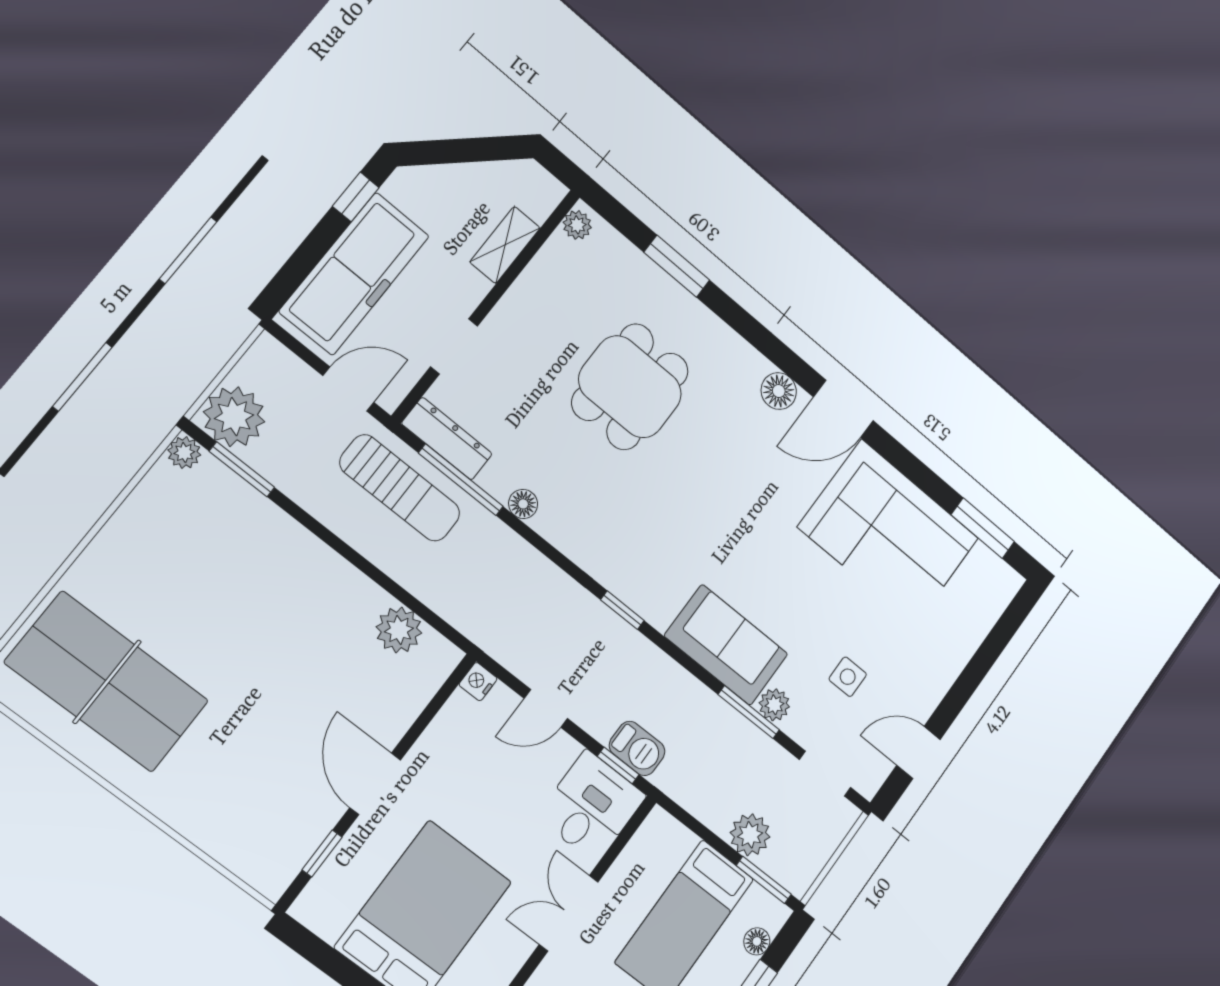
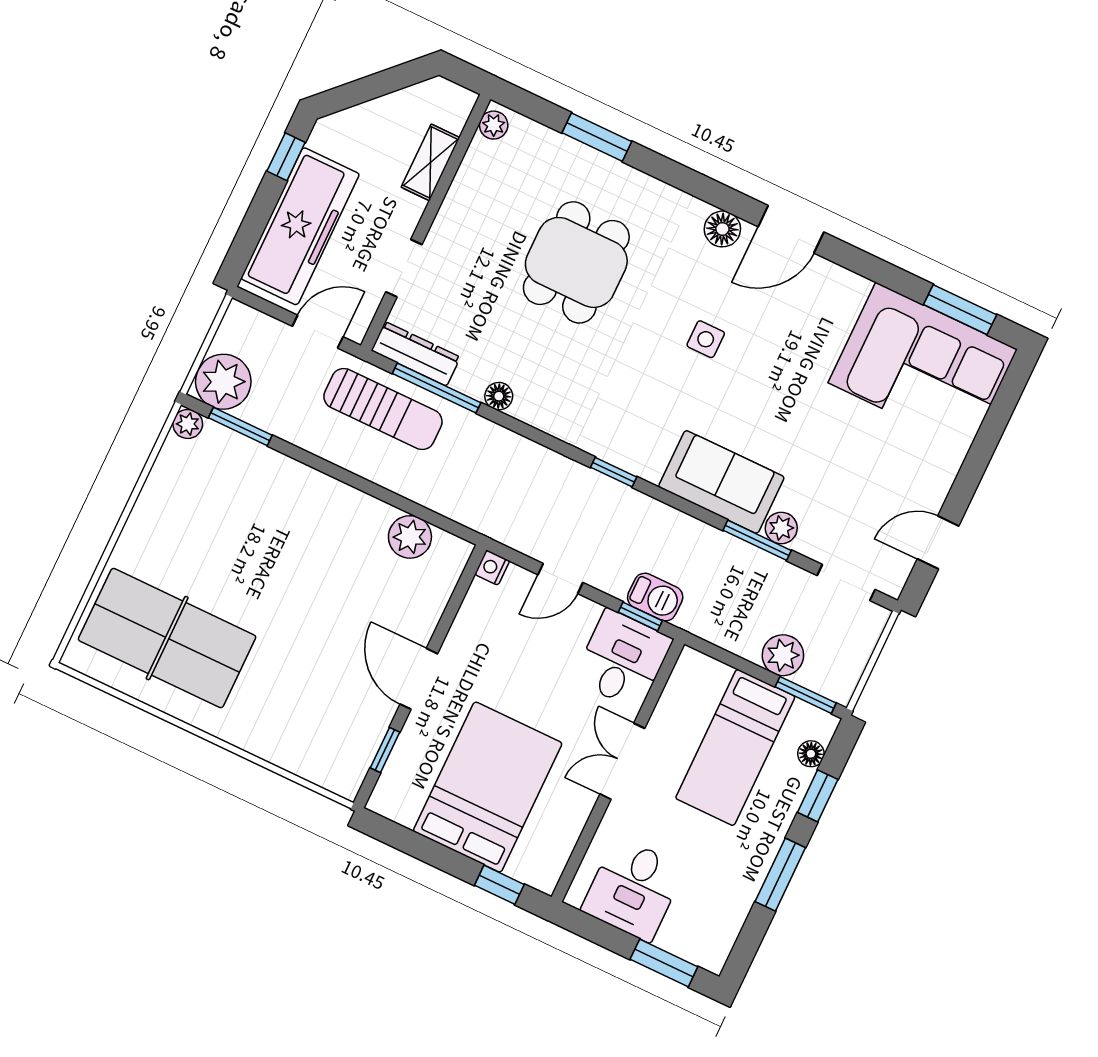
corner sofa: (888, 533) -> (923, 366), moved
side table: (848, 677) -> (706, 339), moved

